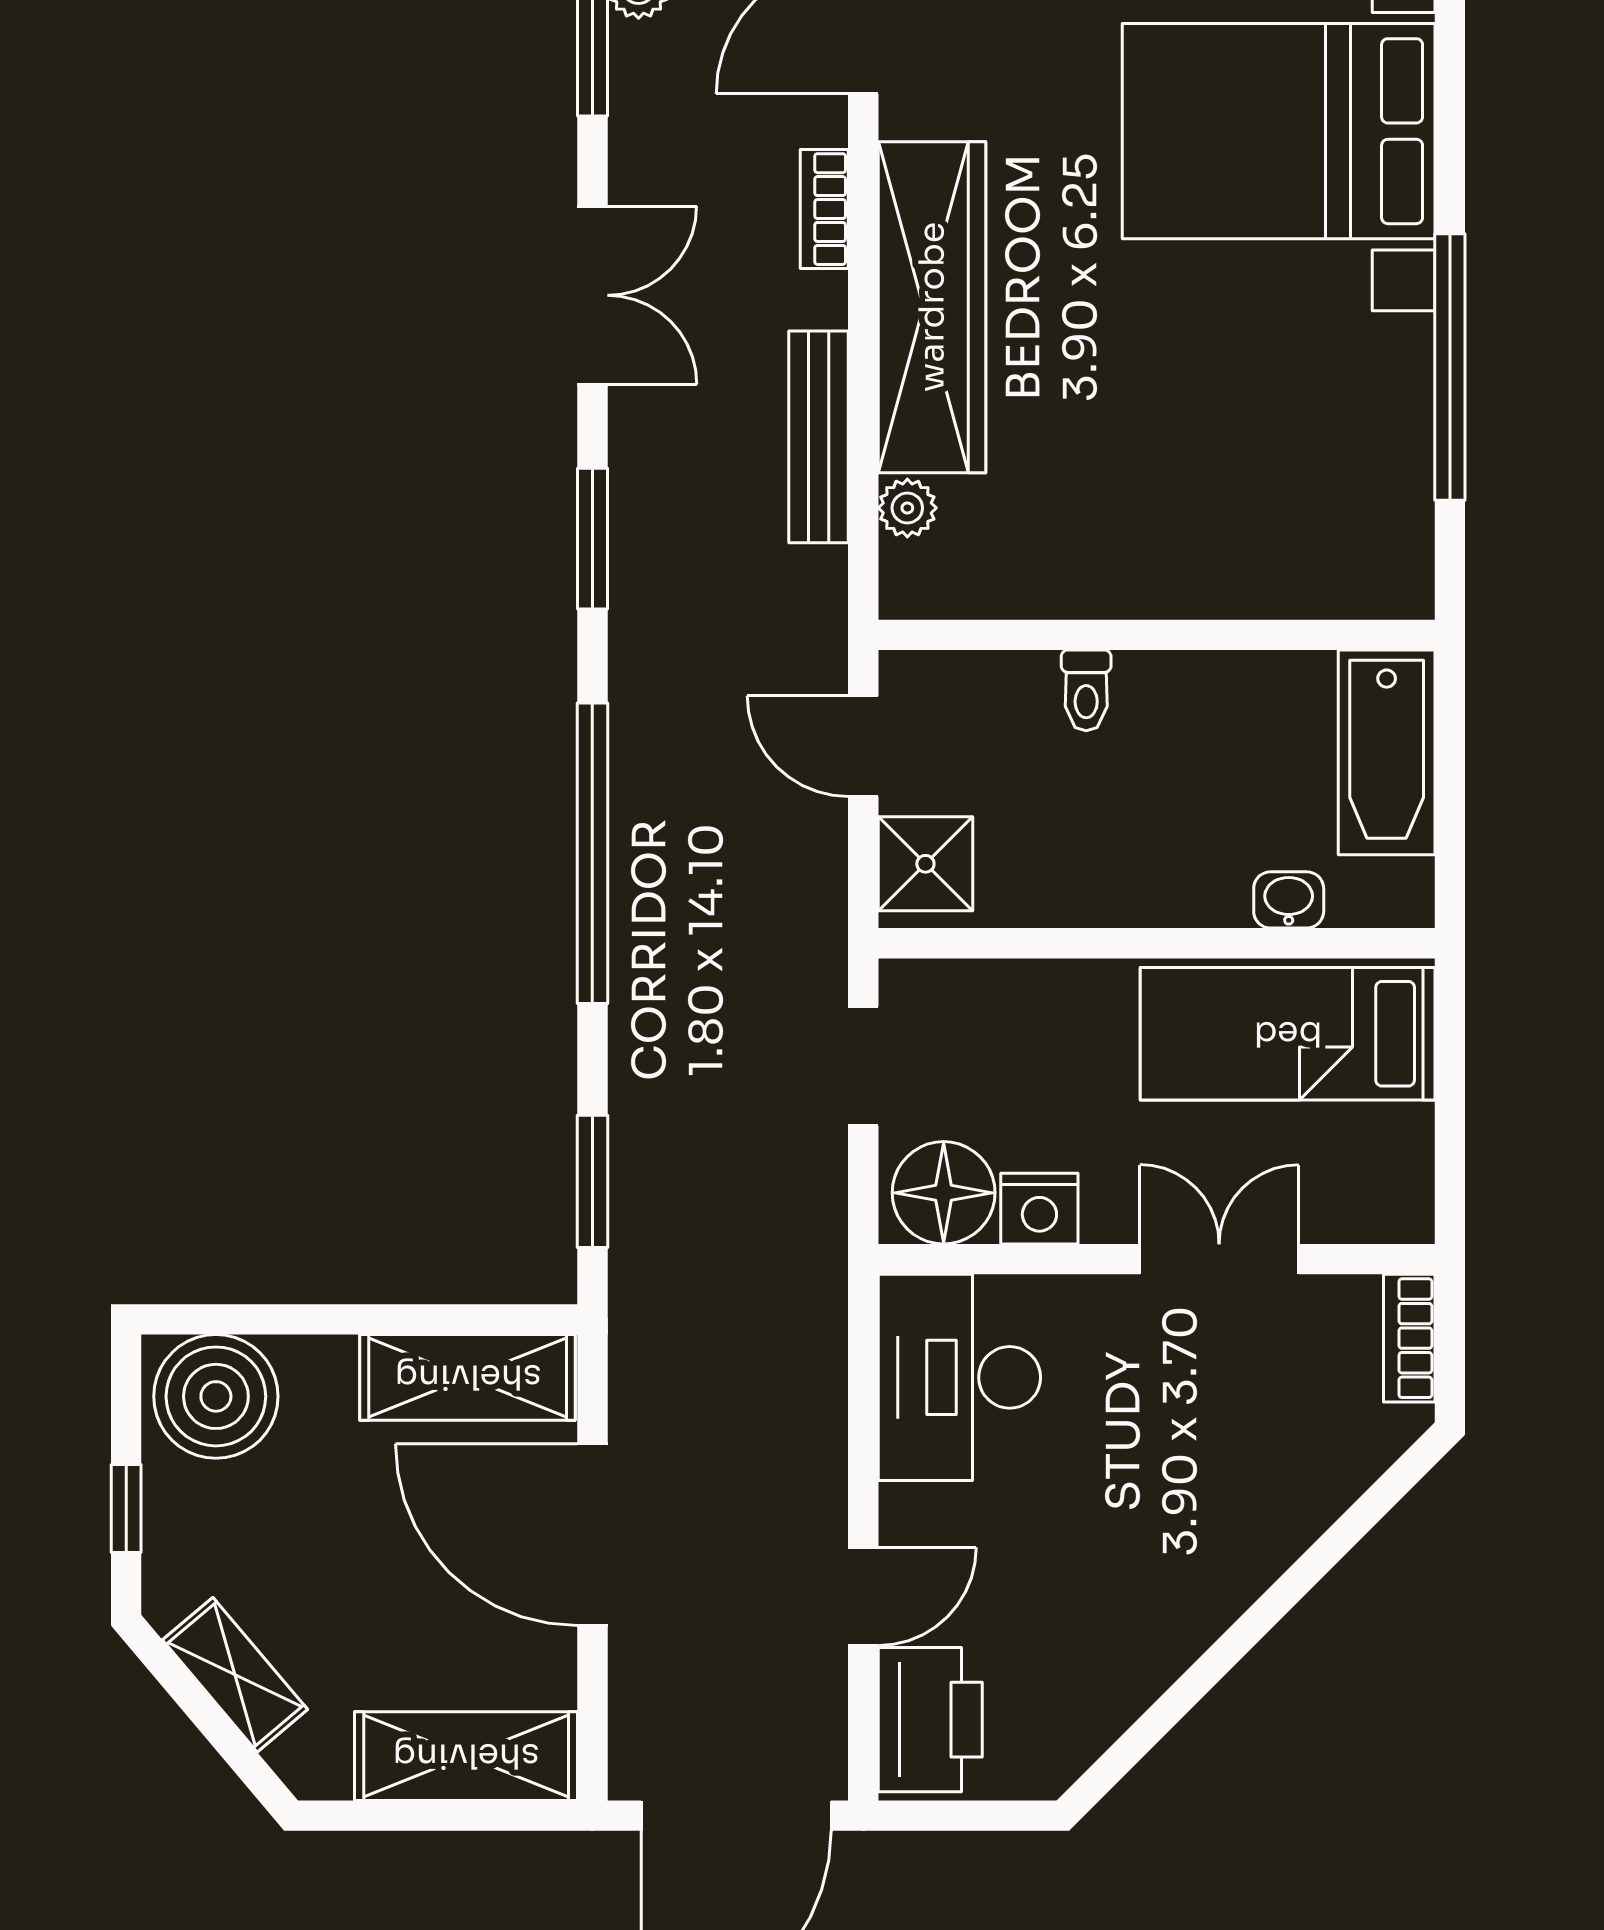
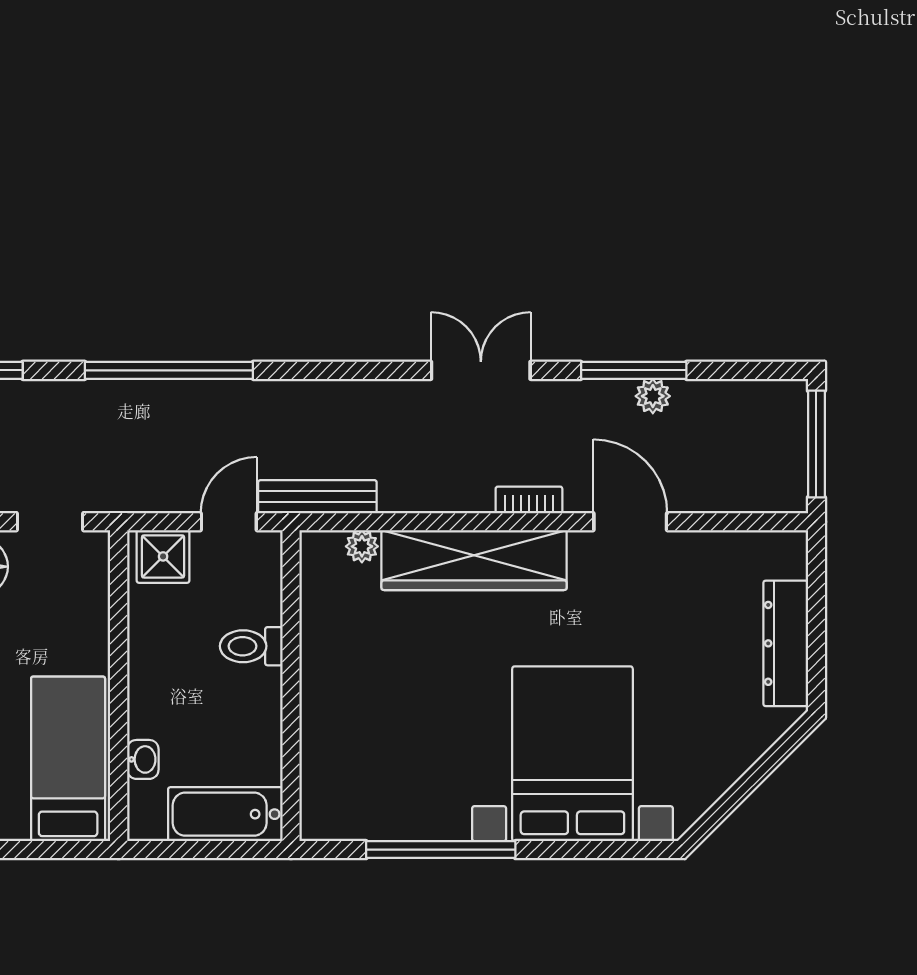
double door: (592, 295) -> (481, 370), swing flipped
bench: (819, 437) -> (317, 497), moved
window: (592, 539) -> (345, 370), removed
toilet: (1086, 690) -> (251, 646), width x1.37, depth x1.39

